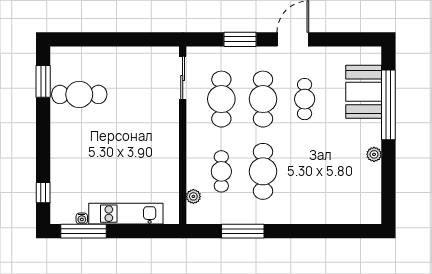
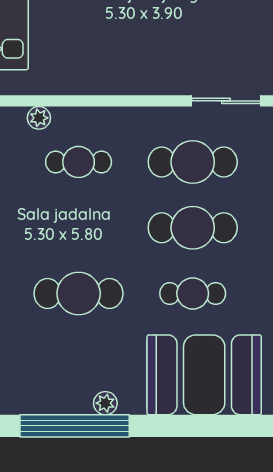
booth: (364, 92) -> (204, 375), width x1.36, depth x1.42
window: (388, 105) -> (75, 426), moved
cafe table: (263, 171) -> (79, 293), moved

